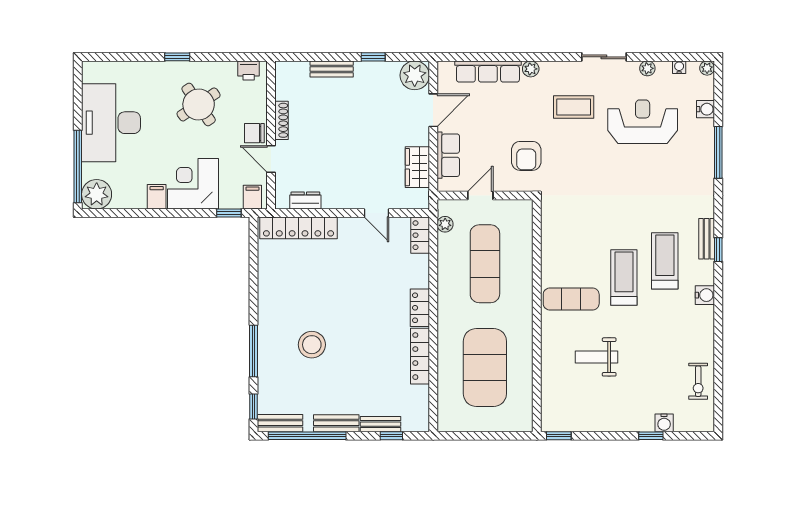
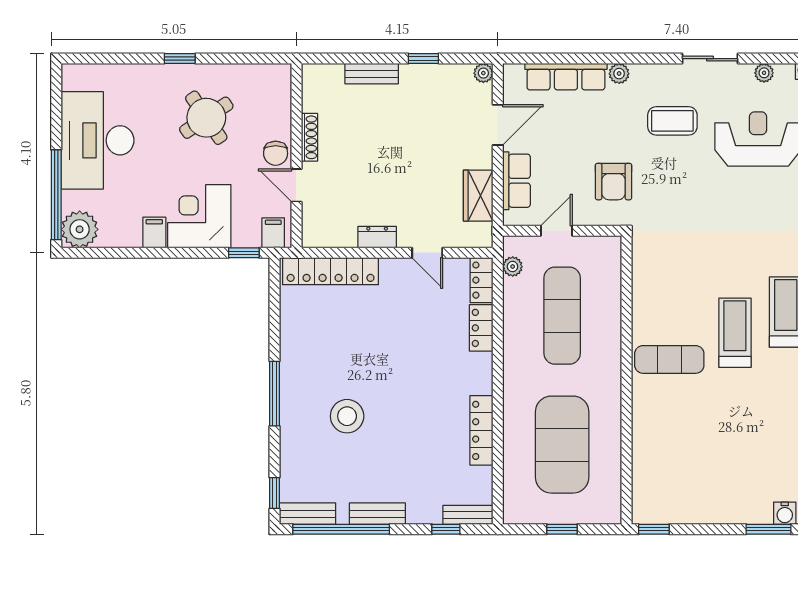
printer: (249, 70) -> (268, 75), removed
plant: (415, 75) -> (483, 73), width x0.53, depth x0.53
chair: (254, 133) -> (276, 153), turned -90
dresser: (305, 201) -> (377, 237), moved
locker: (420, 308) -> (481, 328), moved
window: (254, 351) -> (275, 394), moved
weight bench: (597, 357) -> (701, 431), removed
bench: (381, 424) -> (468, 515), moved
window: (485, 436) -> (562, 529), added
window: (651, 436) -> (768, 529), width x1.50

